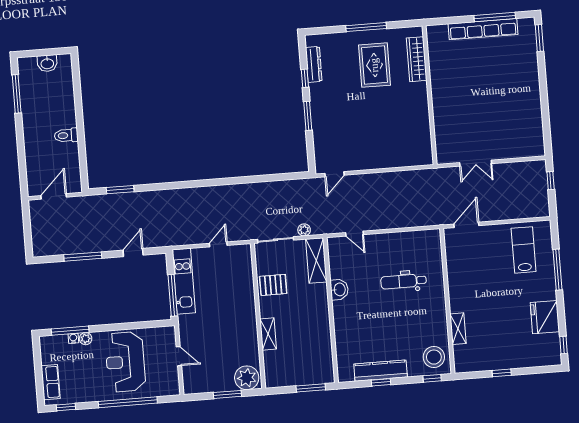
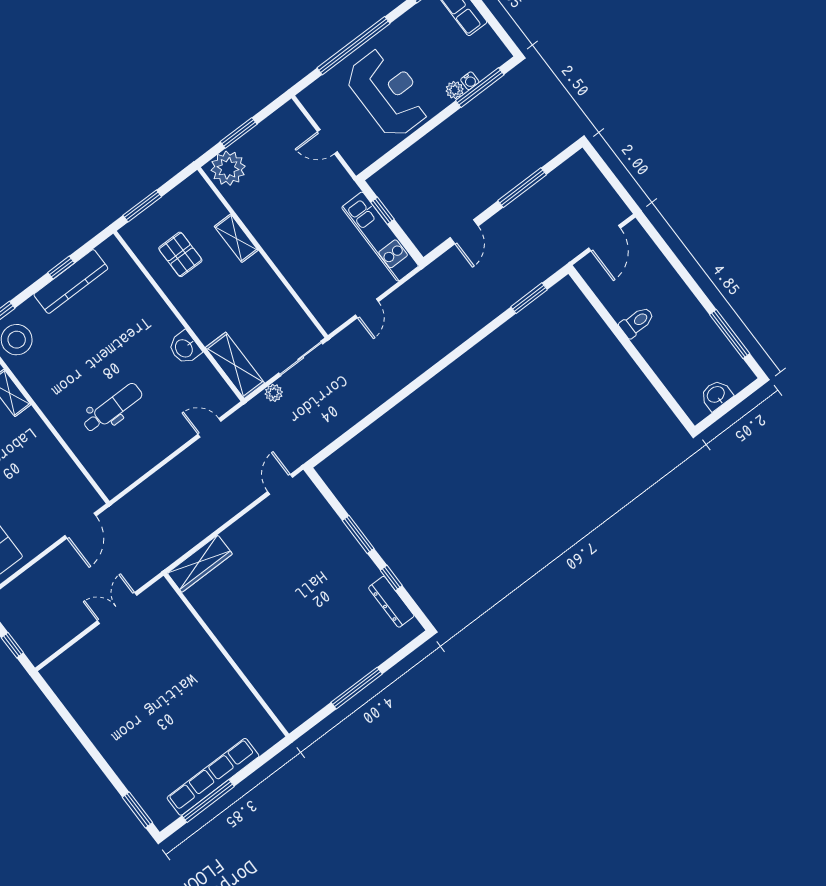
wardrobe: (417, 59) -> (200, 564), moved, turned 90
rug: (374, 65) -> (317, 648), removed
pallet: (273, 285) -> (180, 254), moved, turned 90
window: (173, 295) -> (383, 211), width x0.46

